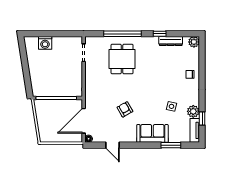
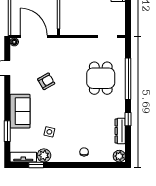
dining table: (122, 59) -> (101, 78), turned 90

